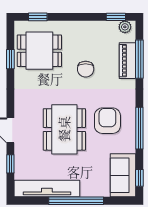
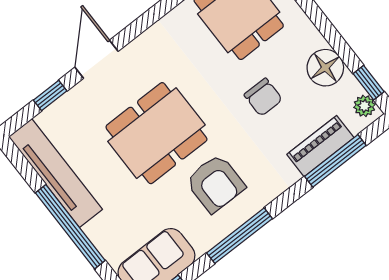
floor lamp: (94, 31) -> (325, 68), added
chair: (86, 69) -> (263, 97), turned -90
armchair: (107, 121) -> (215, 183), turned 90

